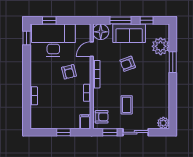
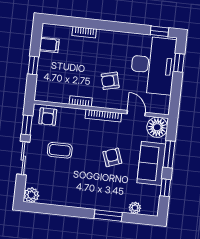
plant: (161, 46) -> (135, 208), width x0.53, depth x0.53
filing cabinet: (85, 122) -> (49, 45), moved

